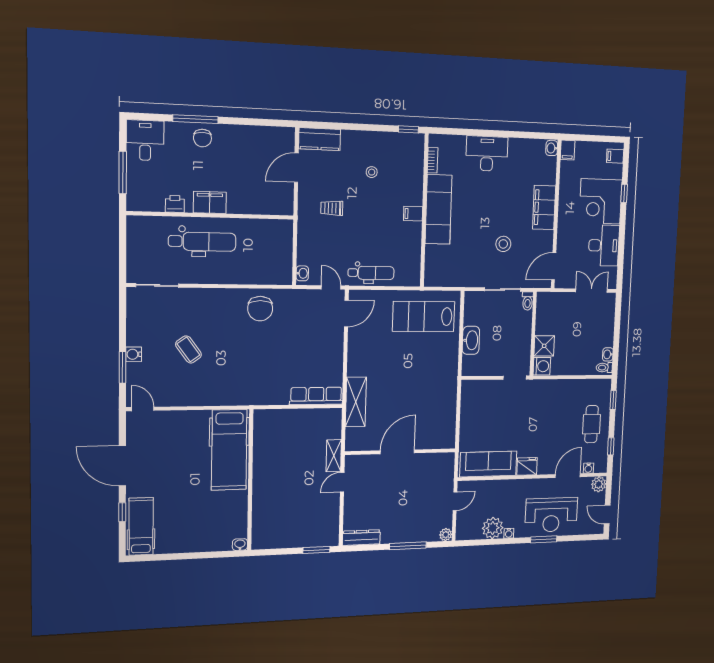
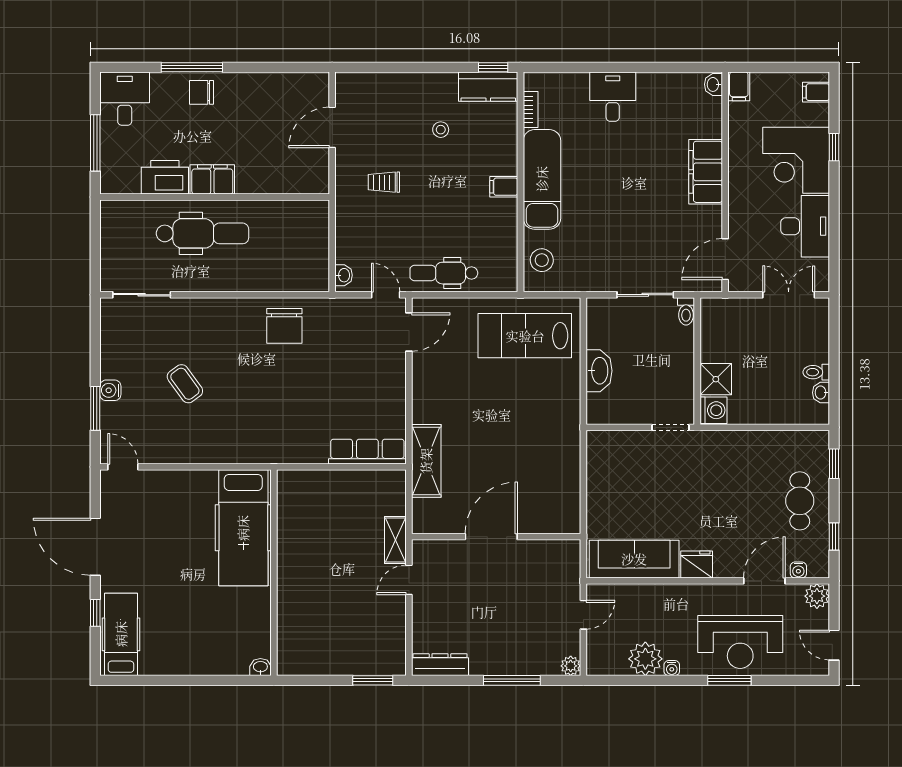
chair: (202, 138) -> (201, 92), turned 90
kitchen counter: (320, 139) -> (488, 87), moved
desk: (487, 154) -> (613, 97), width x0.73
printer: (175, 204) -> (165, 177), width x1.87, depth x1.48
stool: (503, 244) -> (542, 260), moved
dental chair: (371, 273) -> (444, 273), turned 180
toilet: (604, 368) -> (816, 372), moved

